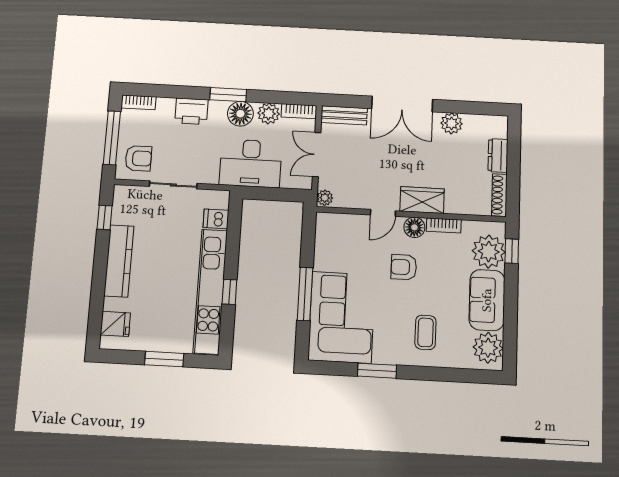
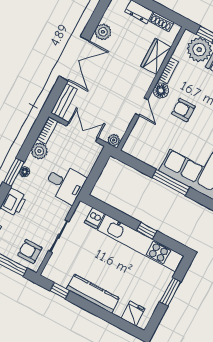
floor lamp: (240, 114) -> (25, 172), width x0.53, depth x0.53
double door: (317, 154) -> (82, 132), swing flipped
armchair: (138, 158) -> (30, 251), turned -90
desk: (251, 163) -> (65, 184), width x0.73
shoe rack: (499, 195) -> (162, 22), width x0.70
wardrobe: (422, 200) -> (156, 57), moved
armchair: (404, 267) -> (183, 110), turned 90

